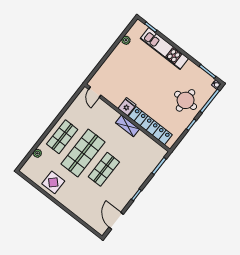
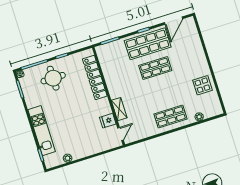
fridge: (127, 107) -> (108, 121), moved
shelving: (127, 126) -> (119, 109), moved
shop shelf: (83, 153) -> (148, 44), moved

